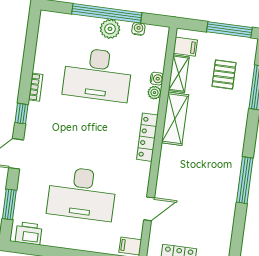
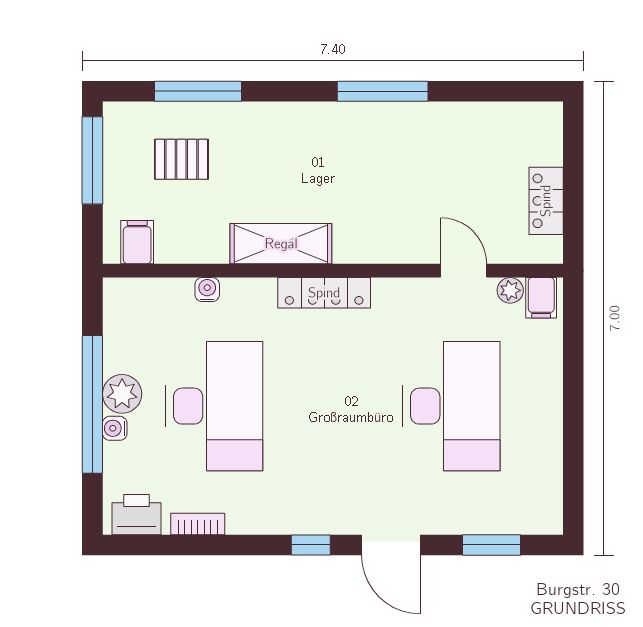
water cooler: (138, 29) -> (115, 428), moved
shelving: (179, 74) -> (192, 248), removed
bookcase: (36, 87) -> (198, 524), moved
plant: (154, 93) -> (510, 290), moved
printer: (29, 233) -> (136, 515), moved, turned 90

